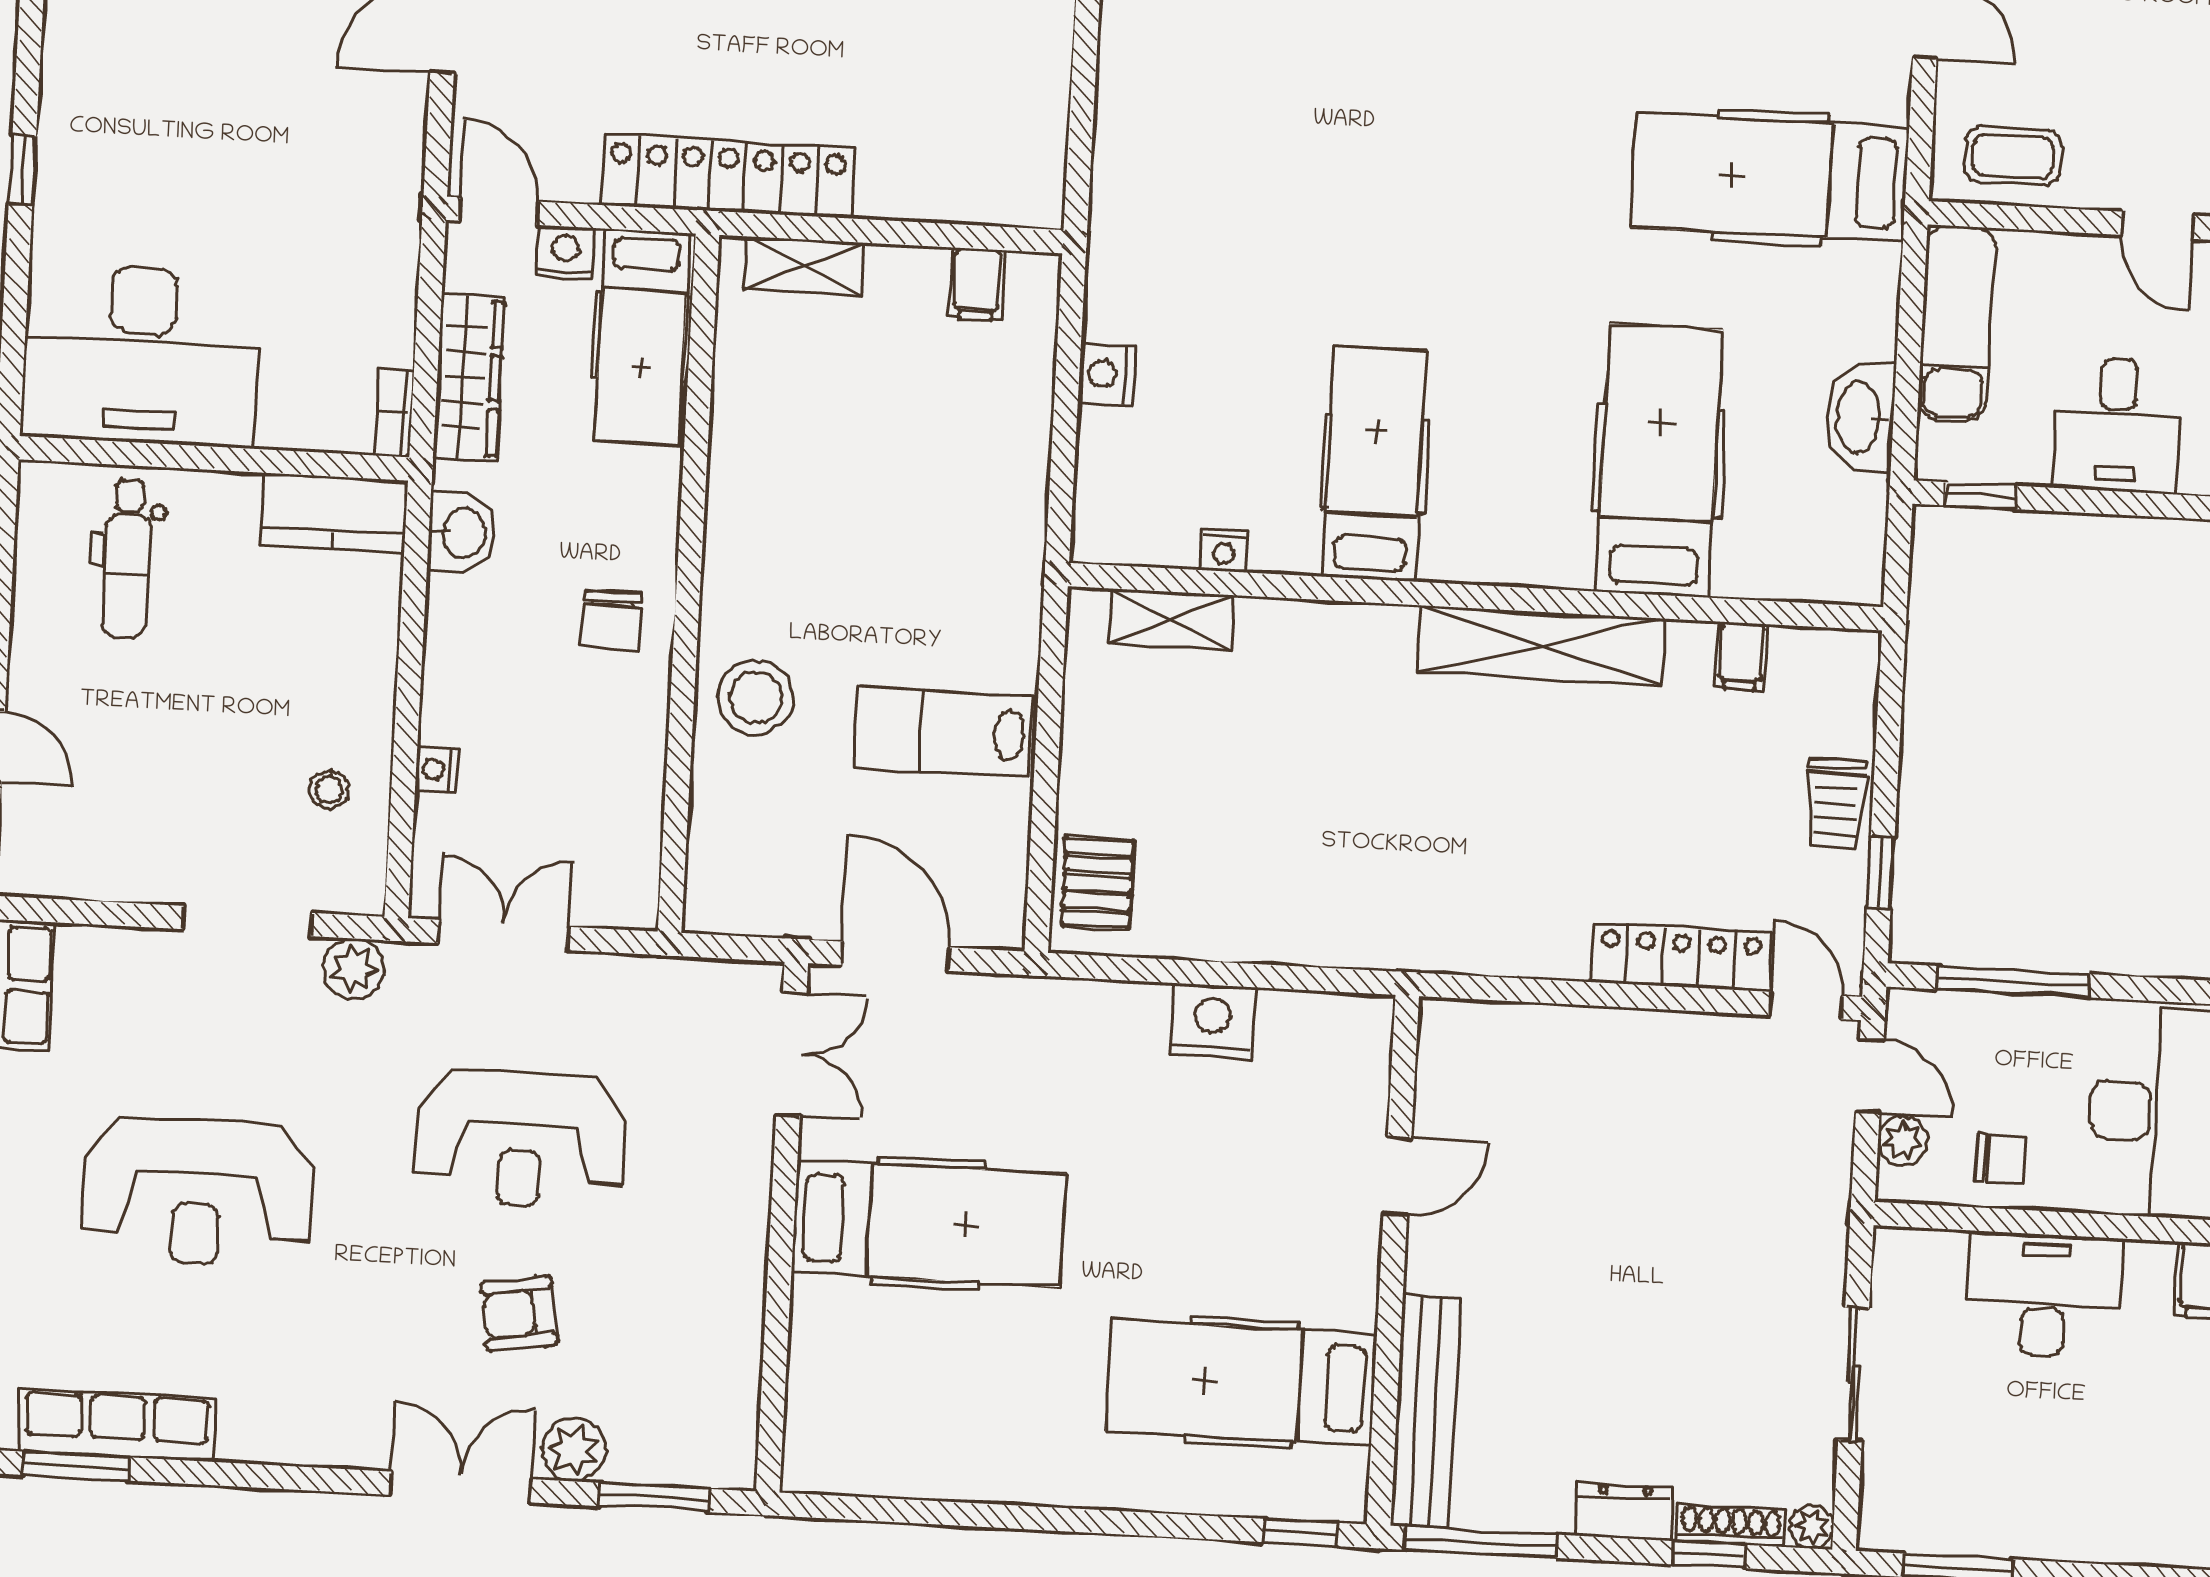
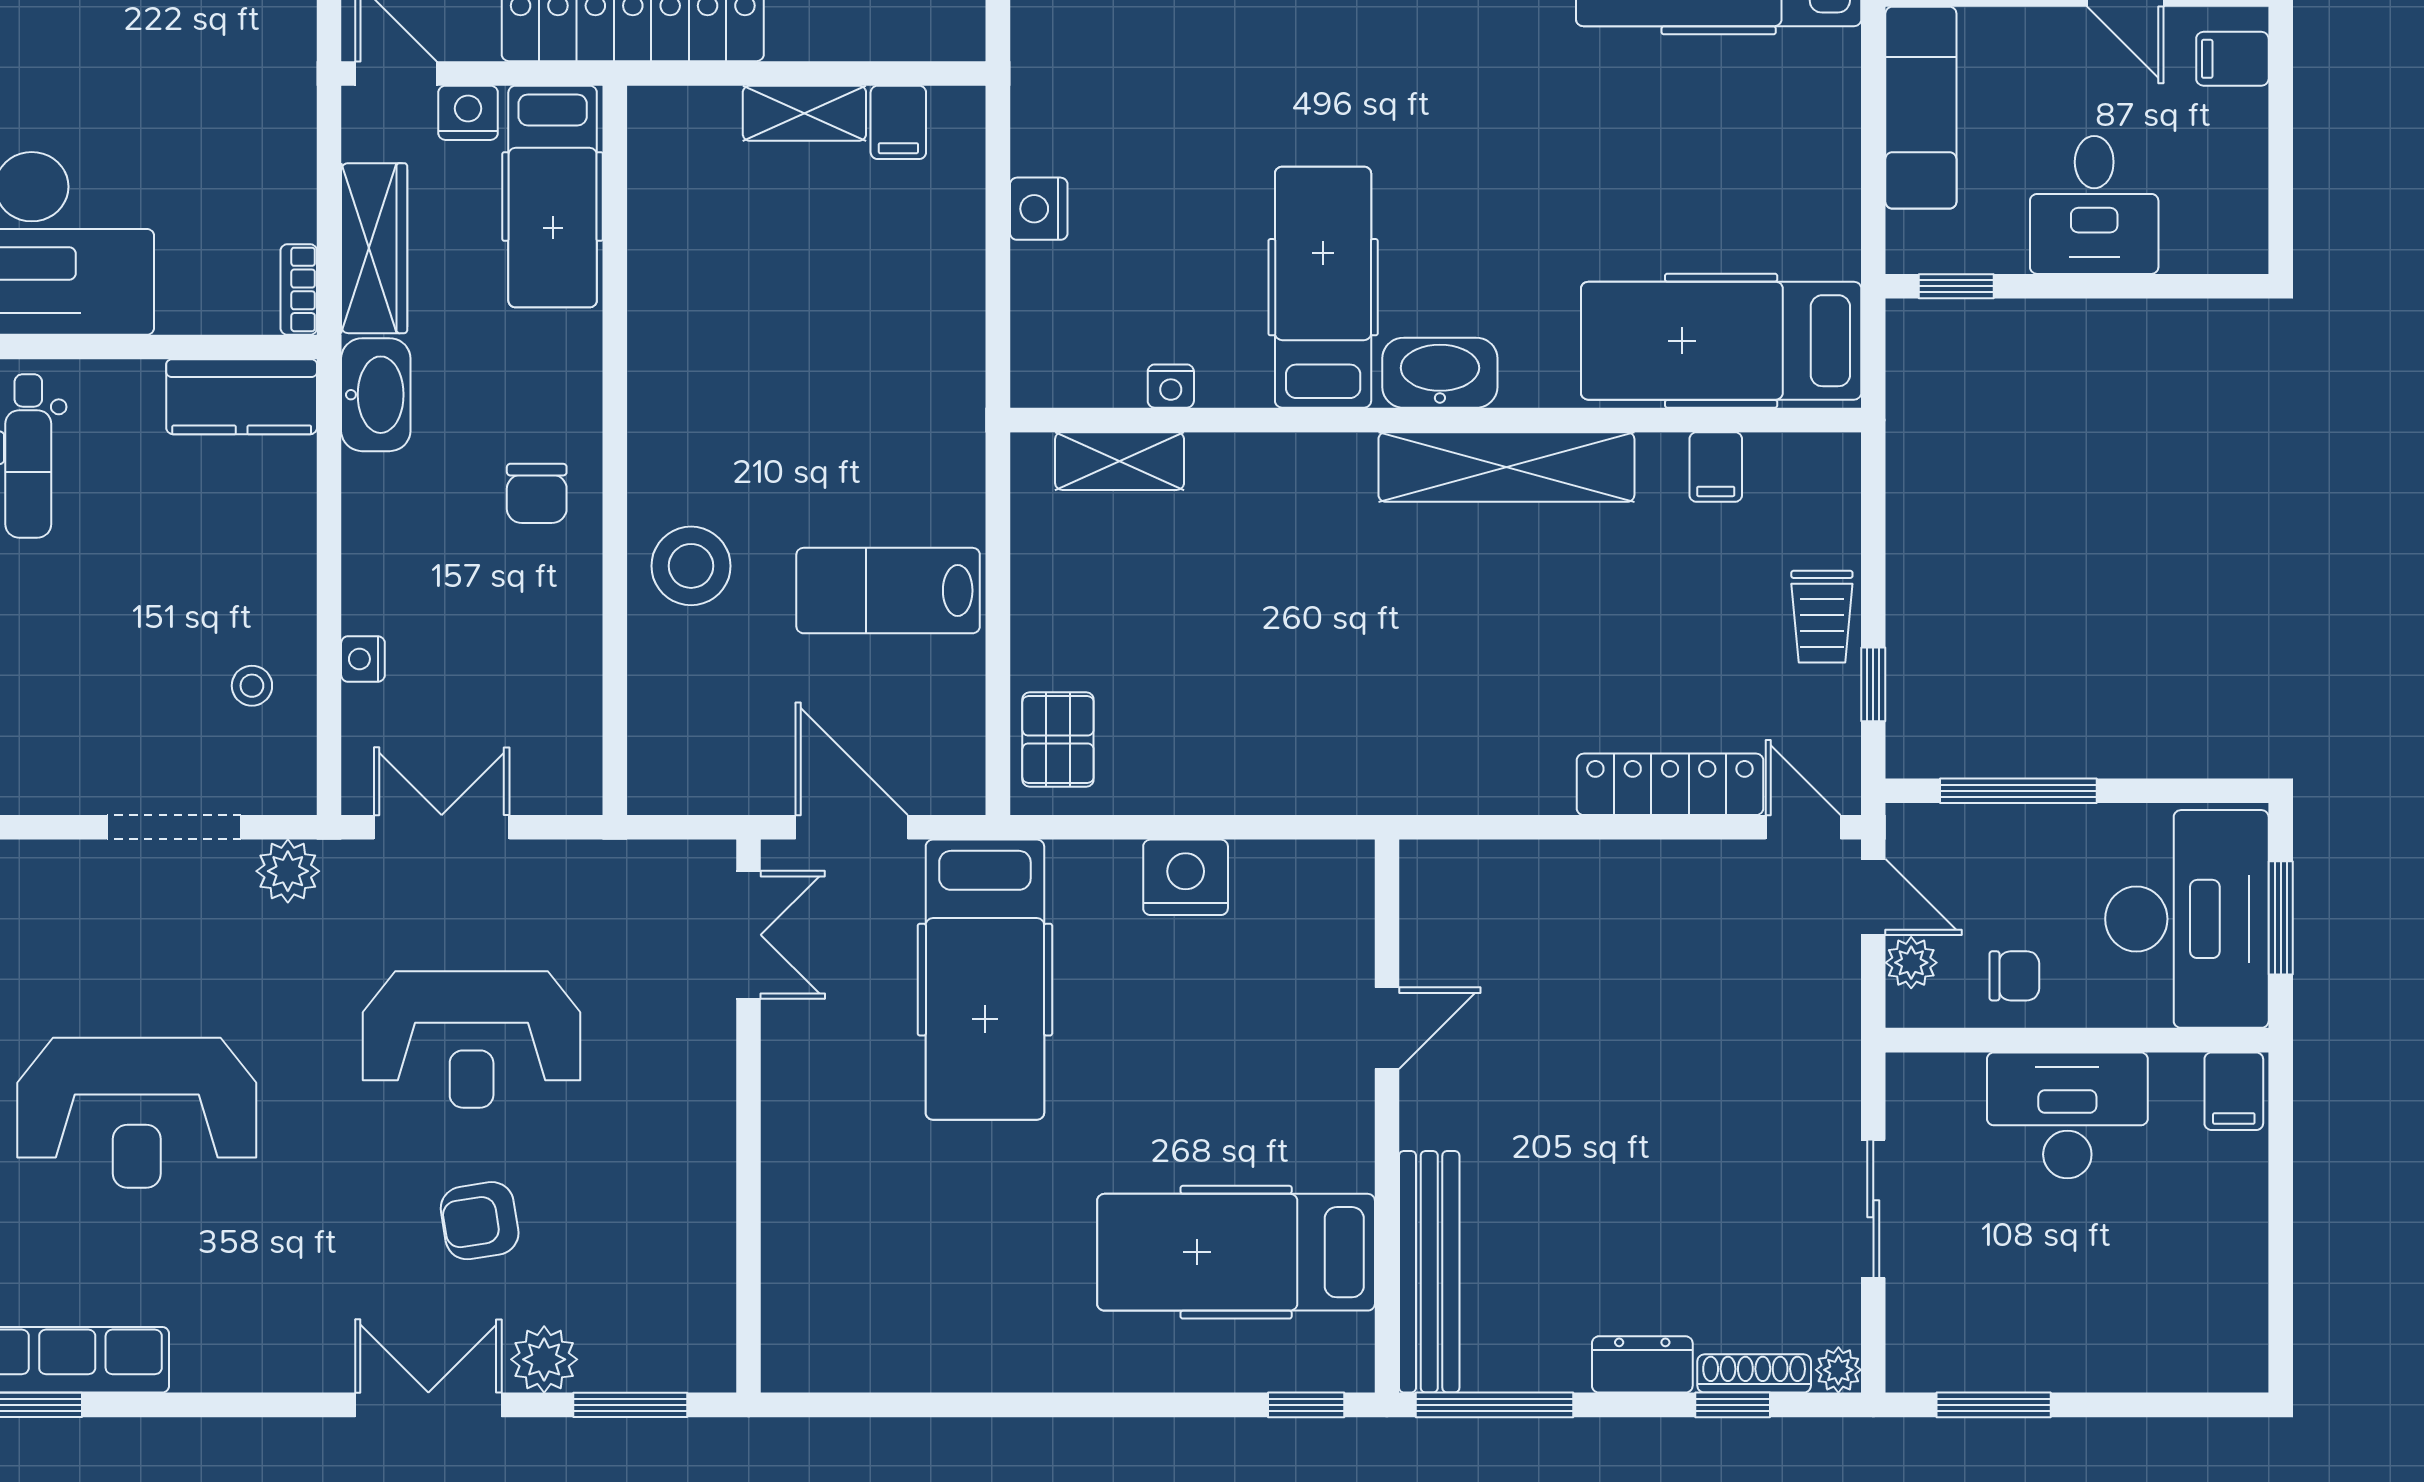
shelving: (804, 266) -> (804, 113), moved
washbasin: (1860, 417) -> (1440, 373), moved, turned 90
hospital bed: (1659, 461) -> (1721, 341), moved, turned -90
washbasin: (462, 533) -> (376, 395), width x1.38
hospital bed: (928, 1223) -> (985, 980), moved, turned 90

